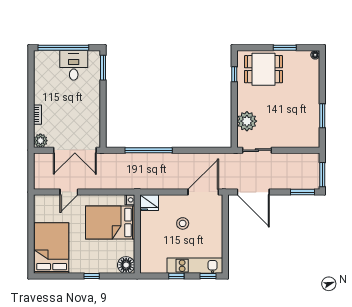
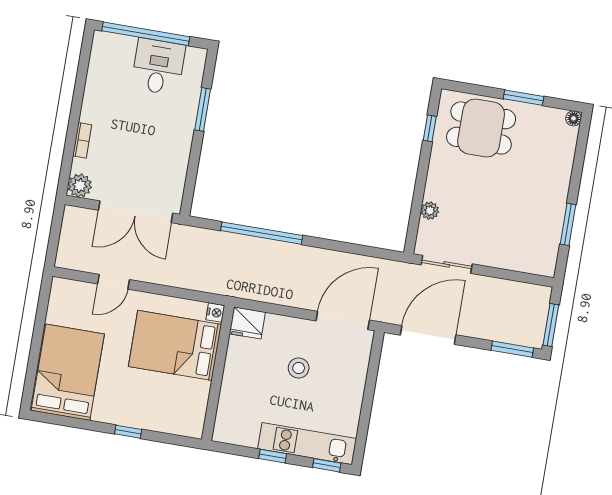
window: (103, 68) -> (203, 109), moved
plant: (247, 121) -> (430, 211), width x0.53, depth x0.53
door: (253, 192) -> (428, 335), swing flipped
floor lamp: (126, 265) -> (190, 423), removed

